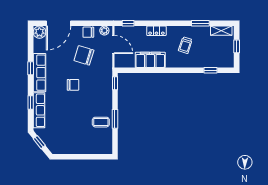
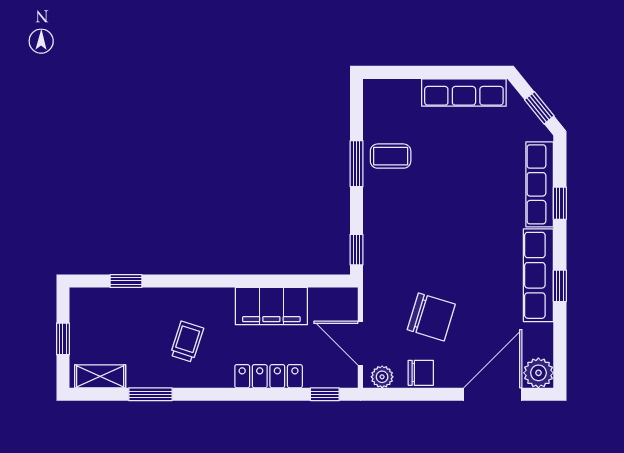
locker: (156, 31) -> (269, 376), width x1.53
chair: (73, 85) -> (458, 246), removed
row of seats: (70, 148) -> (464, 92), added

